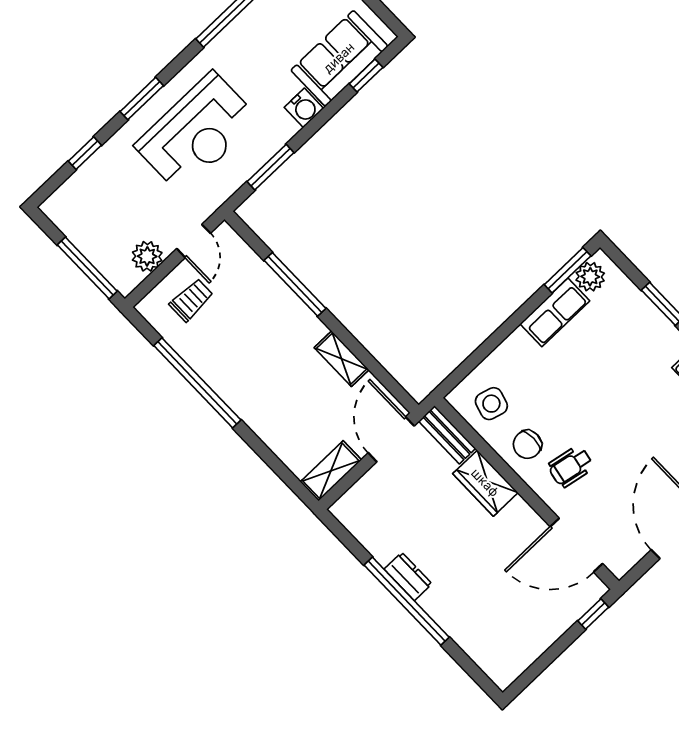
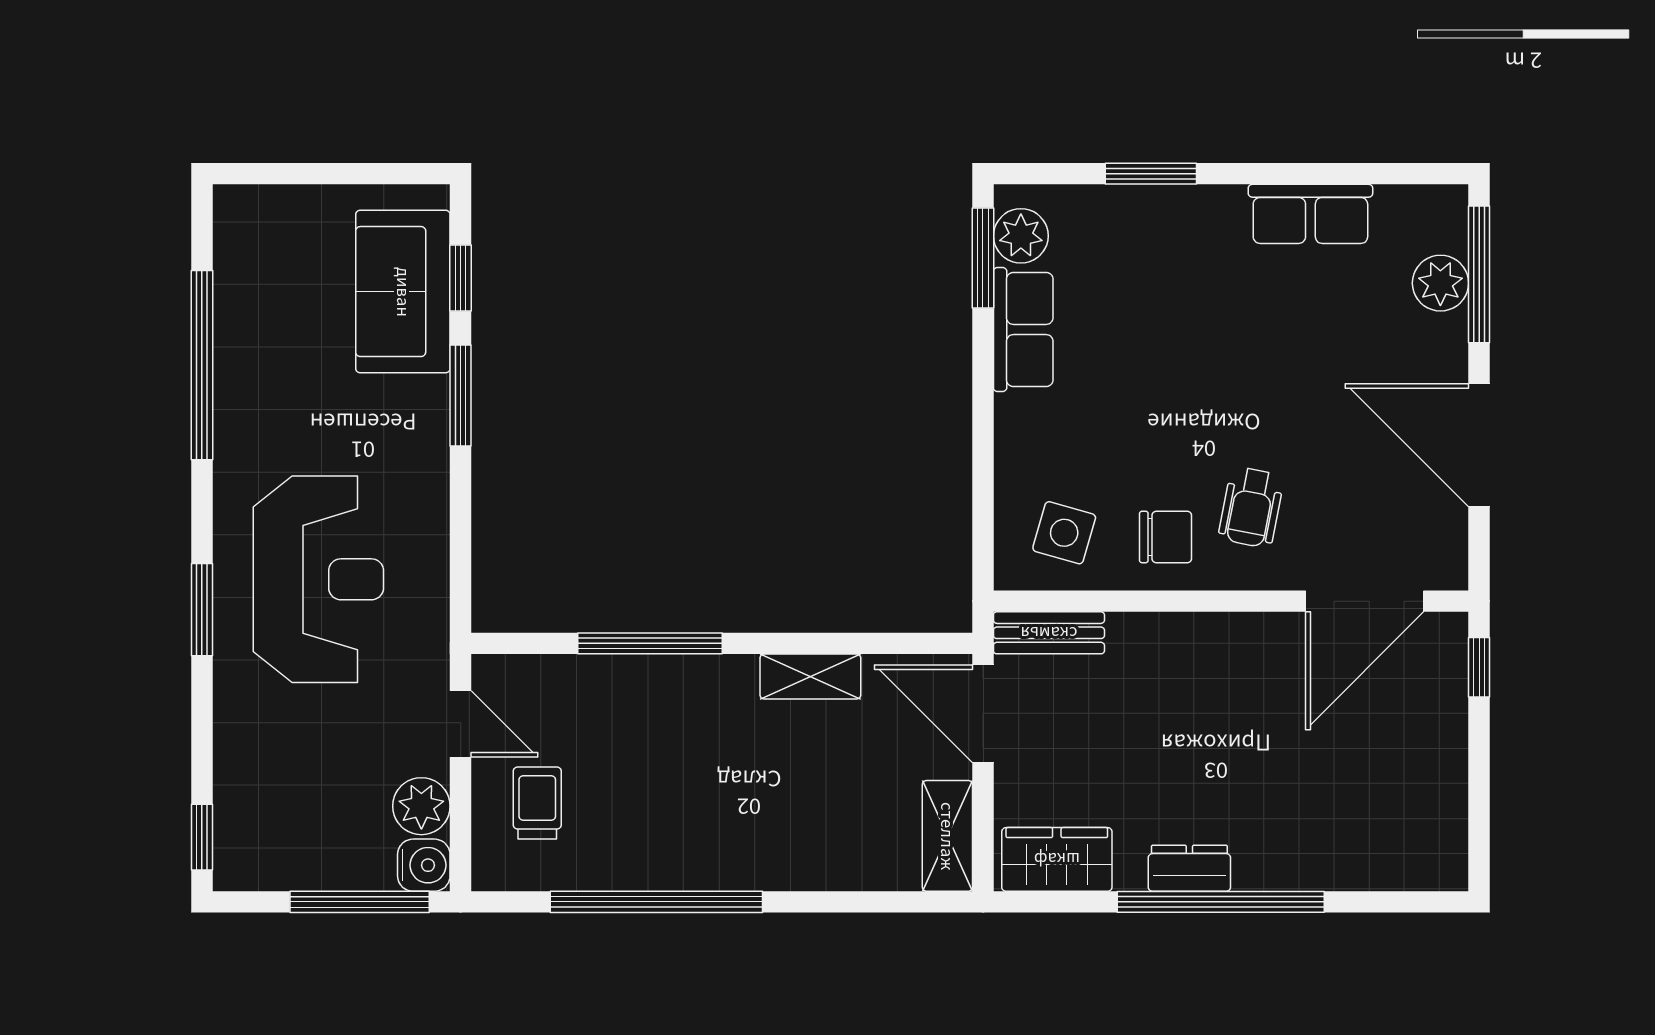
water cooler: (304, 108) -> (424, 865), moved
window: (85, 153) -> (202, 837), moved
window: (271, 167) -> (461, 395), moved
chair: (527, 444) -> (1166, 537), turned -90
wardrobe: (485, 483) -> (1057, 859), moved, turned 180

